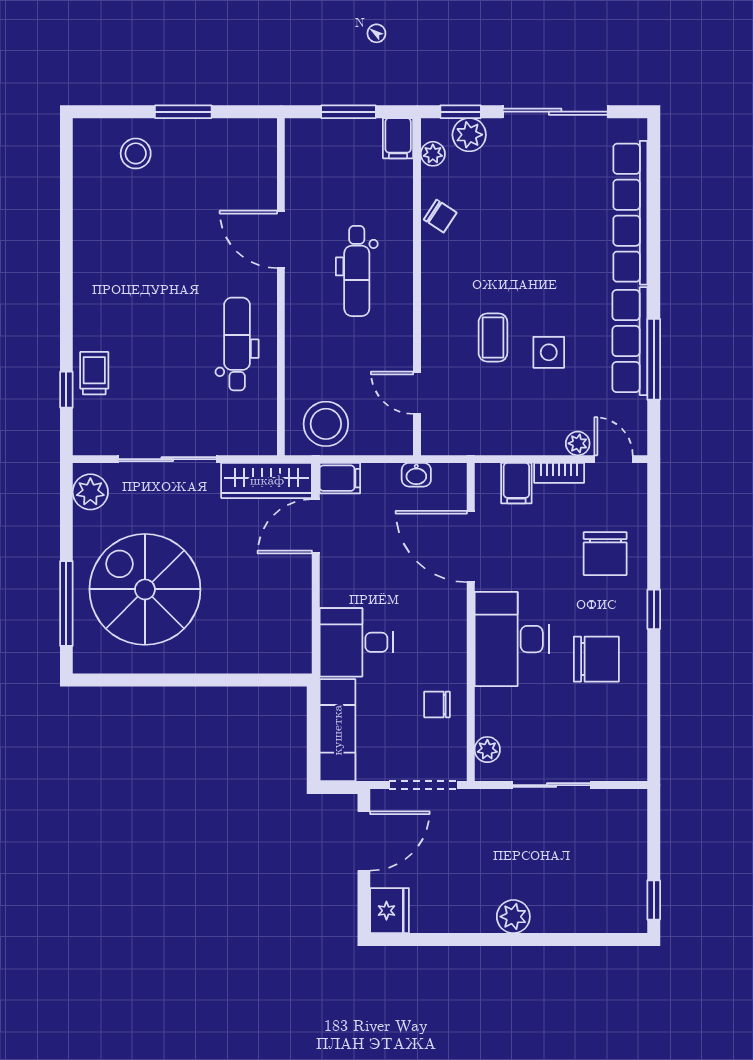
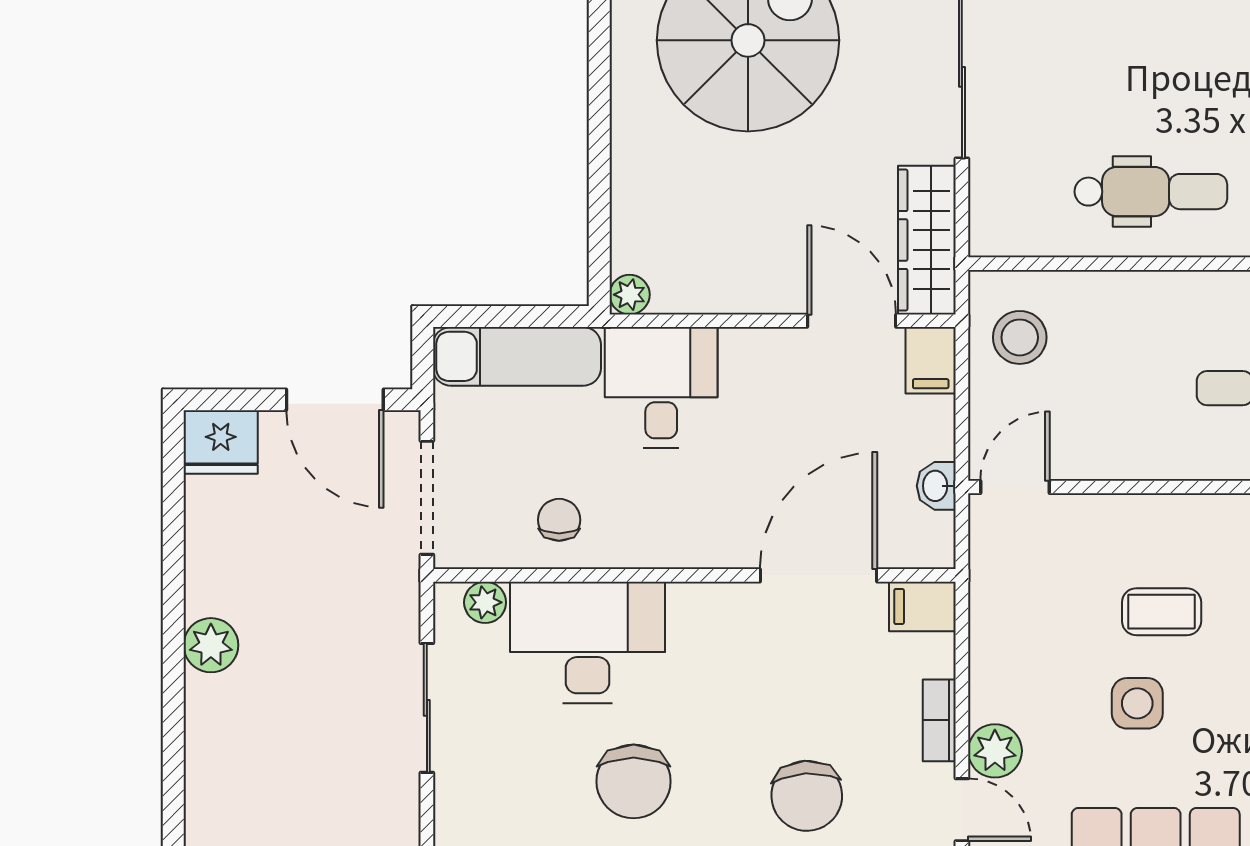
door: (417, 393) -> (1015, 487), moved
stool: (326, 424) -> (1020, 337), width x0.73, depth x0.73
plant: (578, 443) -> (995, 751), width x1.38, depth x1.38
door: (614, 459) -> (962, 810), hinge flipped
filing cabinet: (516, 483) -> (922, 606), moved
chair: (605, 554) -> (807, 796), turned -93
desk: (512, 639) -> (588, 642), moved
plant: (300, 662) -> (630, 295), added

